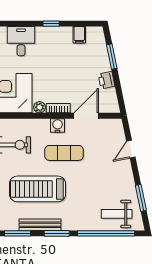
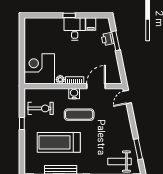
desk: (21, 41) -> (75, 29), moved
printer: (107, 80) -> (108, 39), moved
door: (131, 149) -> (127, 97), moved

